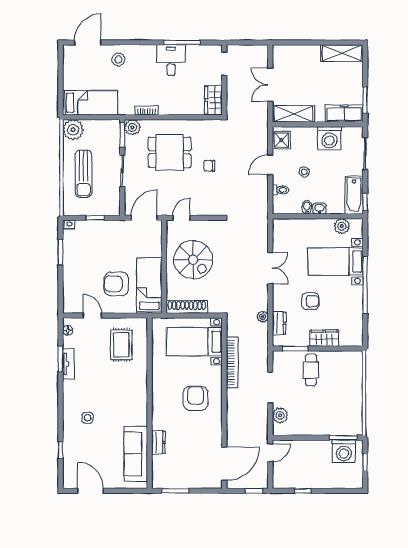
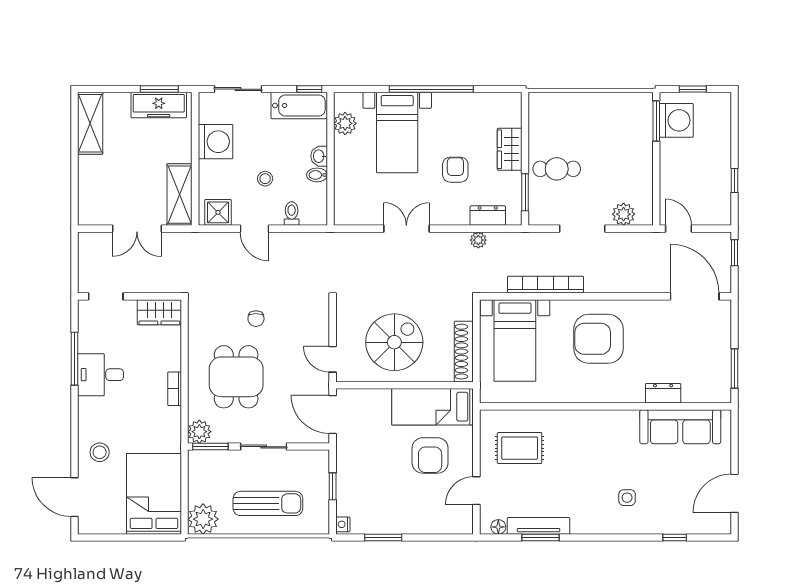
bed: (90, 103) -> (154, 494), width x1.50
bookcase: (147, 110) -> (175, 389), moved
freezer: (344, 113) -> (159, 105), moved, turned -90
tv unit: (68, 364) -> (538, 526), width x1.41
armchair: (195, 398) -> (598, 339), width x1.36, depth x1.36

